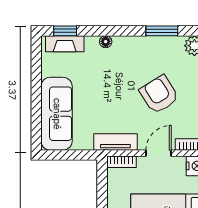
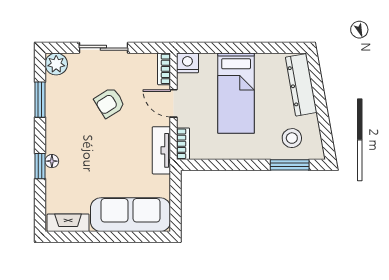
window: (65, 31) -> (40, 166), moved
fireplace: (65, 44) -> (68, 223), moved, turned -90
armchair: (159, 95) -> (110, 103), width x0.72, depth x0.72

